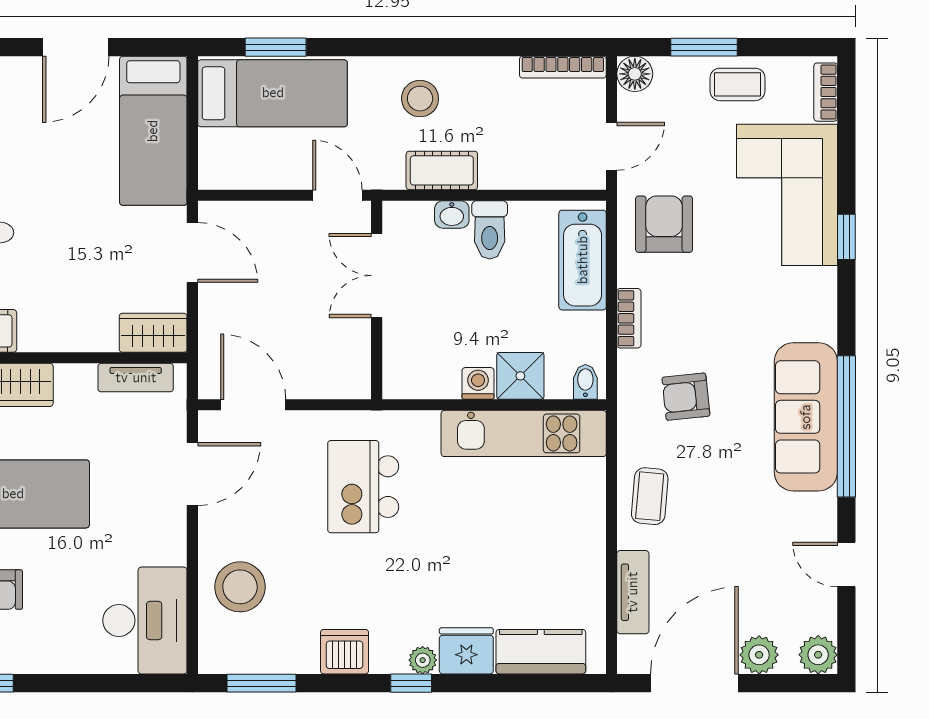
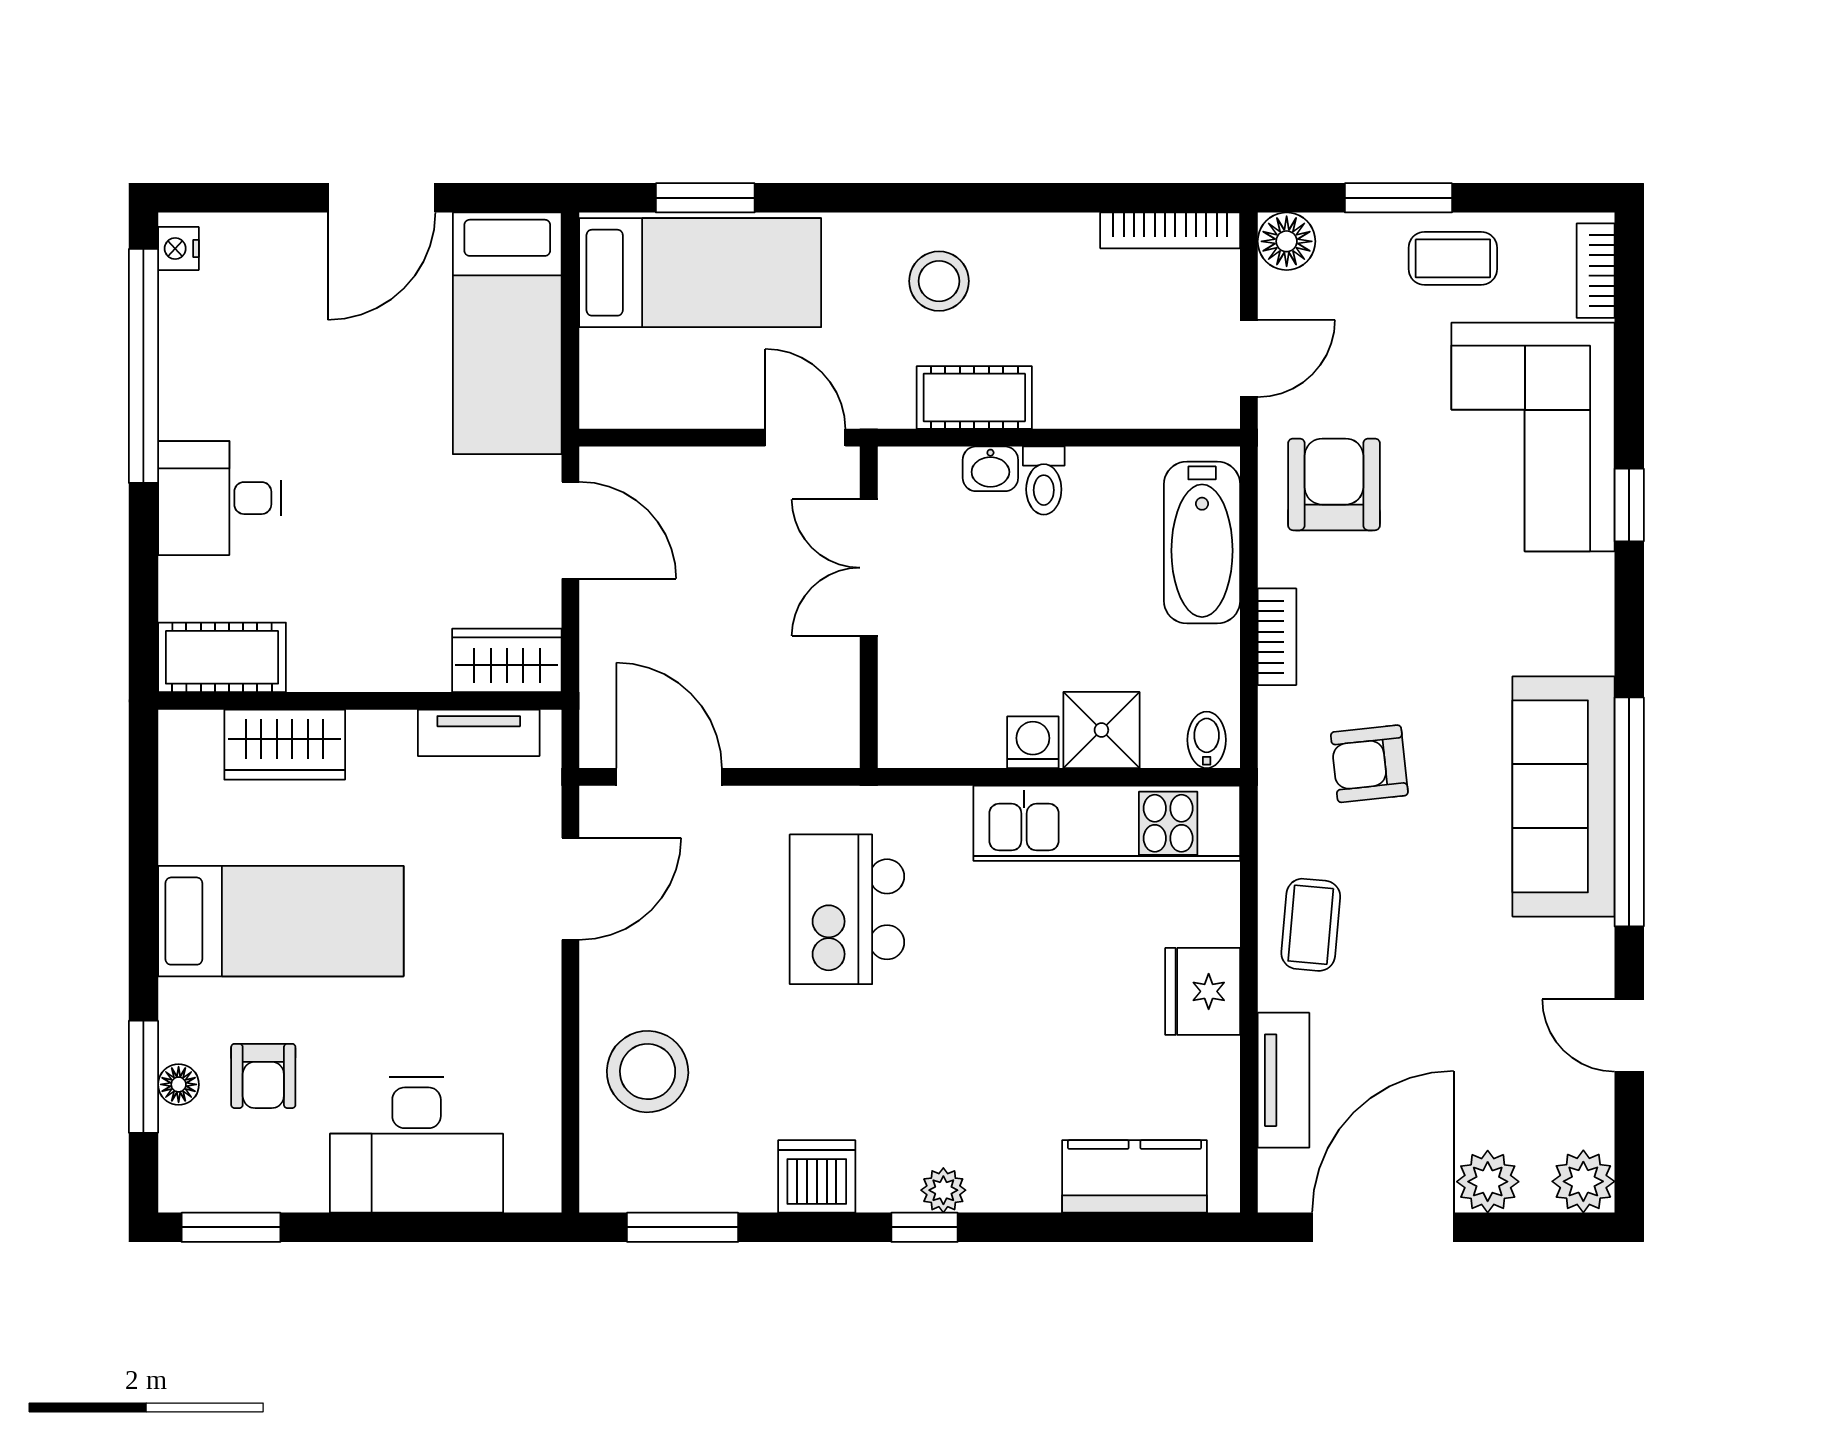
toilet: (490, 230) -> (1044, 481), width x0.73, depth x0.72
desk: (145, 621) -> (417, 1145), moved, turned 90
fridge: (466, 651) -> (1203, 991), moved, turned -90

